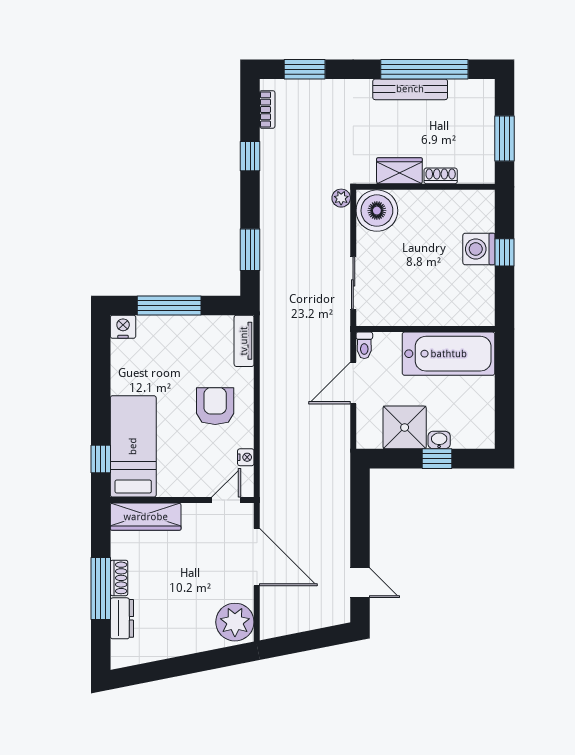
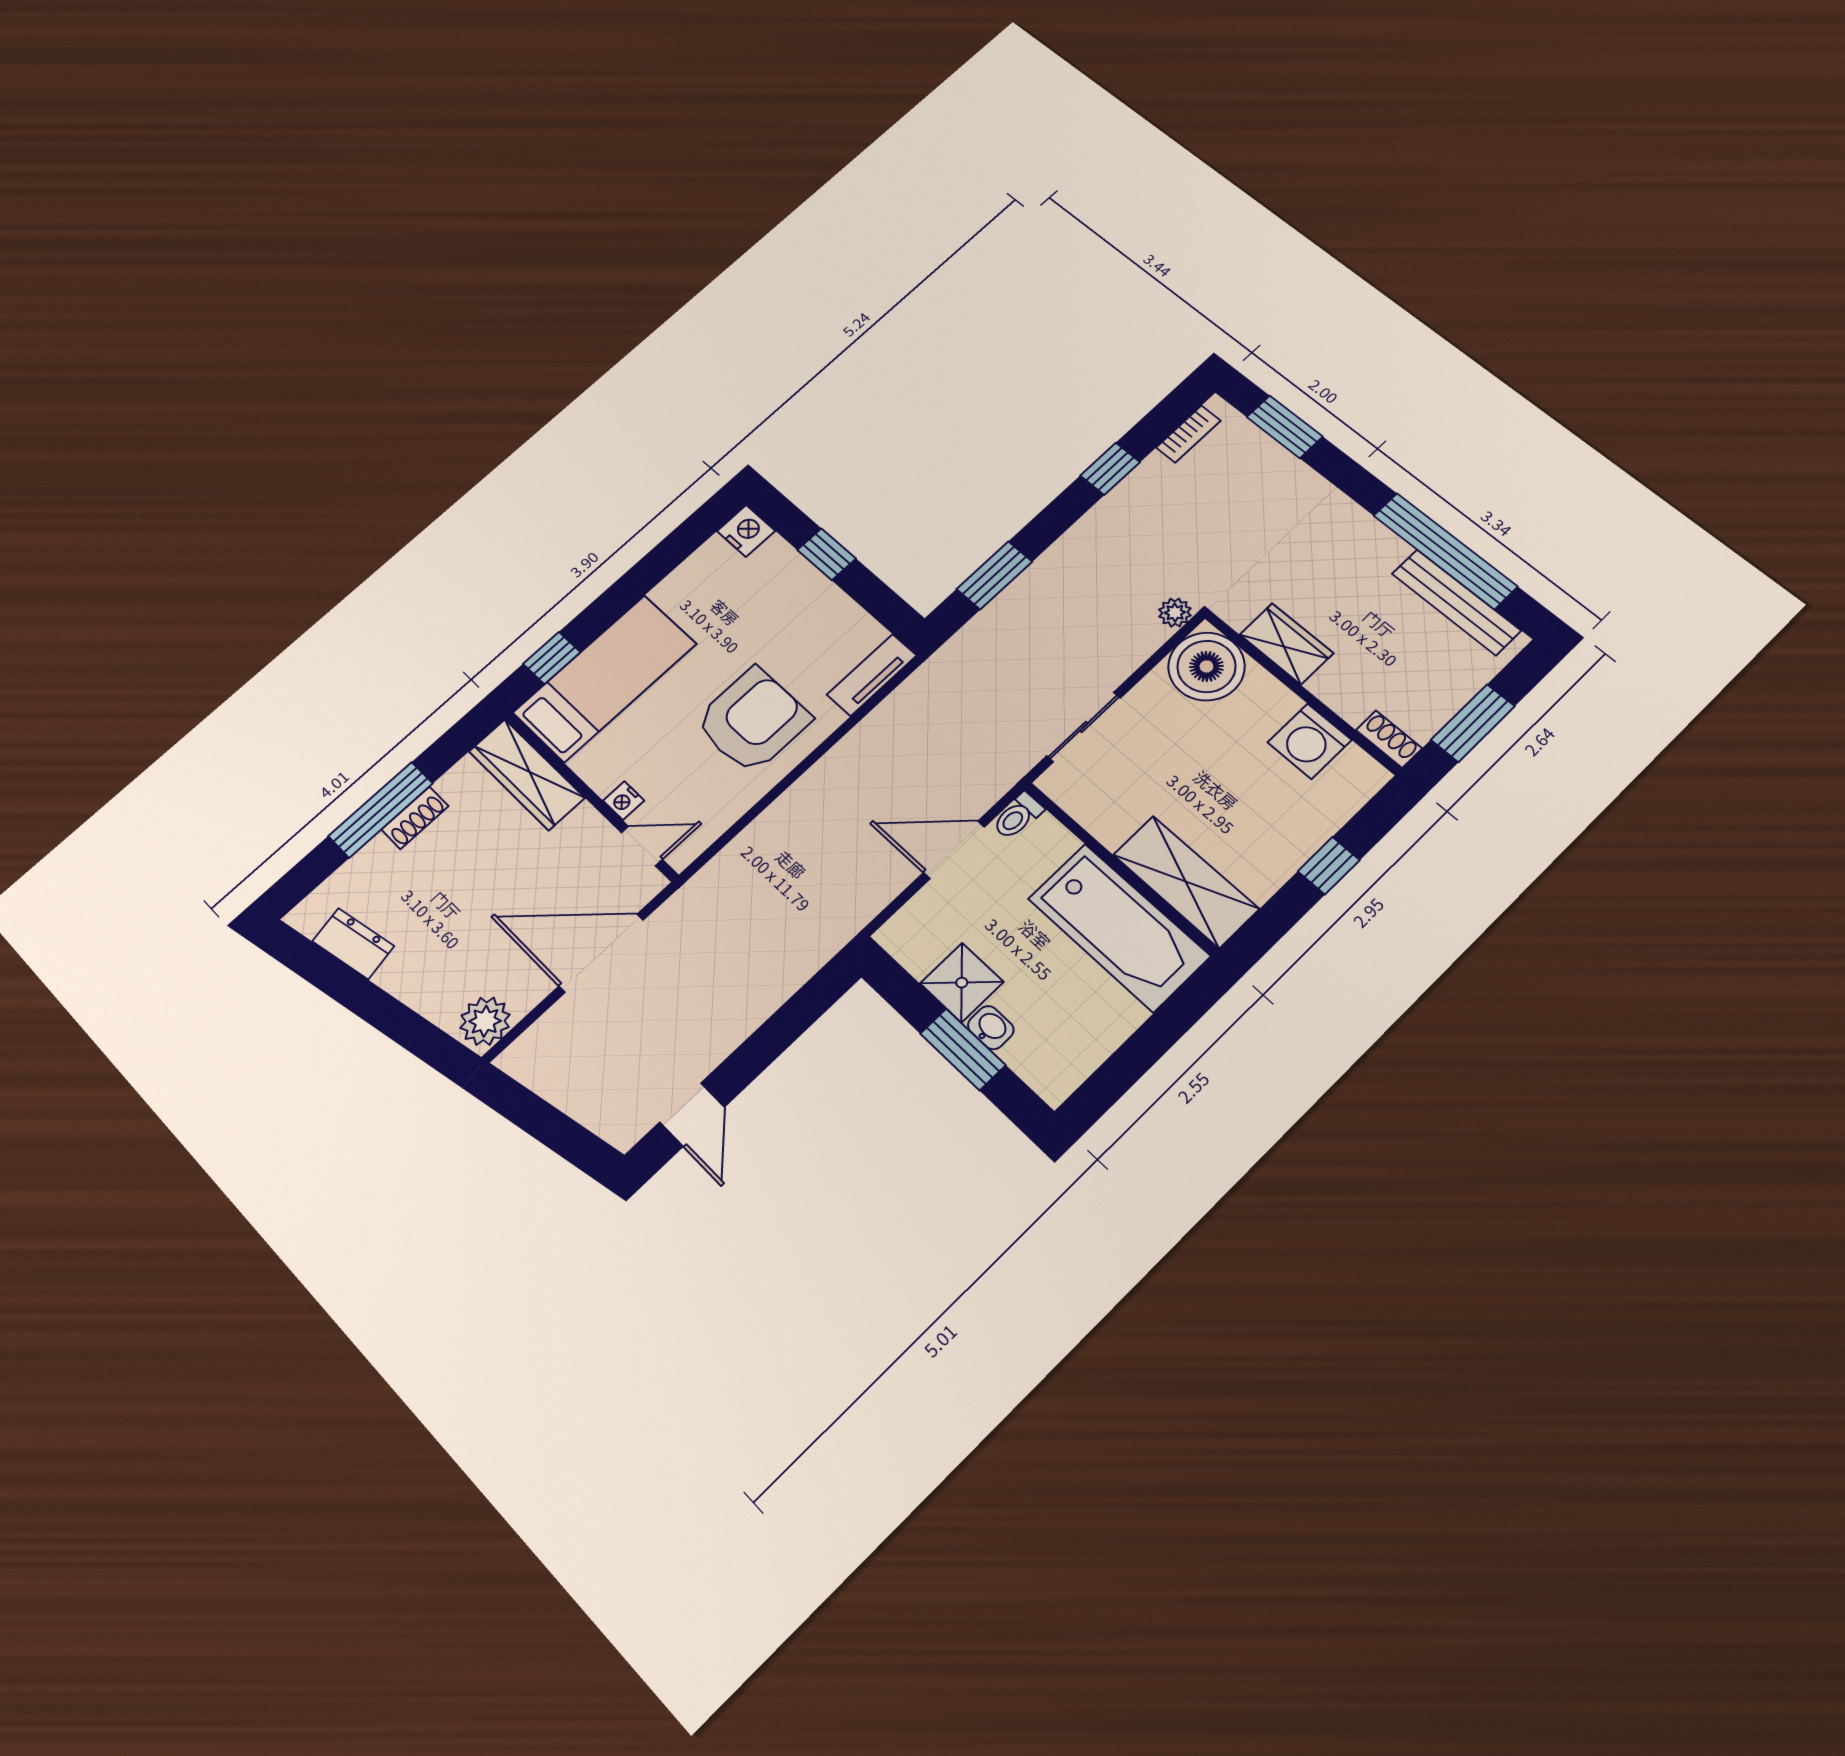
bench: (410, 89) -> (1456, 602), moved
shoe rack: (441, 176) -> (1389, 739), moved
washing machine: (479, 249) -> (1310, 741), moved, turned -90
window: (169, 305) -> (827, 554), width x0.46
shelving: (456, 311) -> (1186, 882), added
armchair: (215, 406) -> (753, 720), width x1.36, depth x1.36
shower: (405, 427) -> (962, 983), width x0.73, depth x0.73
nightstand: (246, 457) -> (624, 801), moved, turned 90
window: (437, 459) -> (963, 1049), width x1.50
door: (257, 557) -> (601, 953), swing flipped
dresser: (122, 618) -> (353, 944), moved, turned -101
plant: (235, 622) -> (485, 1021), width x0.73, depth x0.73

